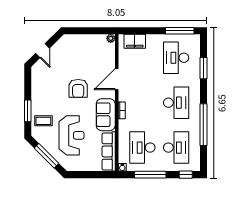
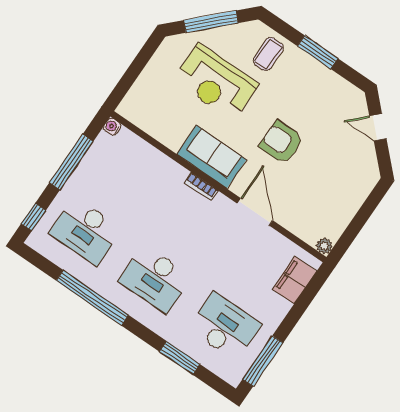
window: (28, 111) -> (318, 52), moved
desk: (142, 148) -> (122, 179), removed
row of seats: (109, 151) -> (151, 122), removed

